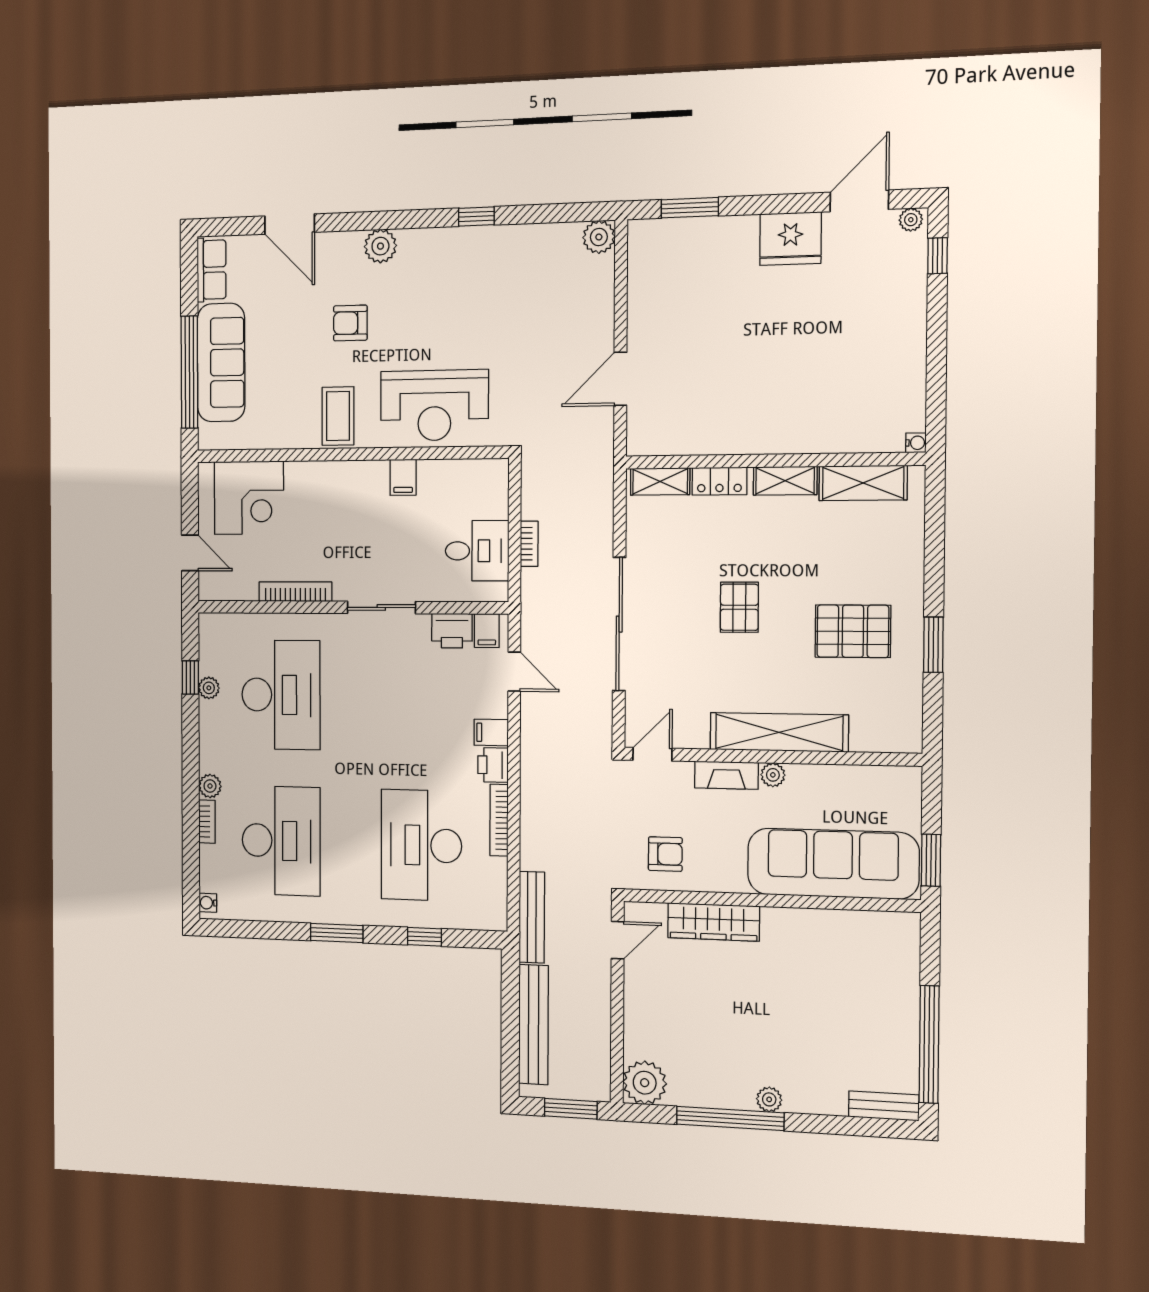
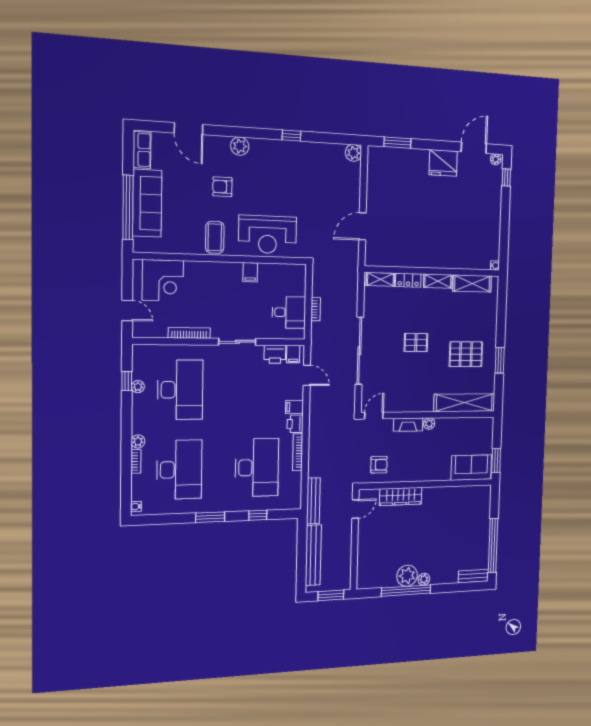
pallet: (739, 607) -> (416, 342), turned 90
shelving: (779, 732) -> (464, 403), moved
desk: (421, 845) -> (257, 467), turned 180
sofa: (833, 864) -> (471, 468), width x0.54, depth x0.79
plant: (645, 1083) -> (407, 576), moved

